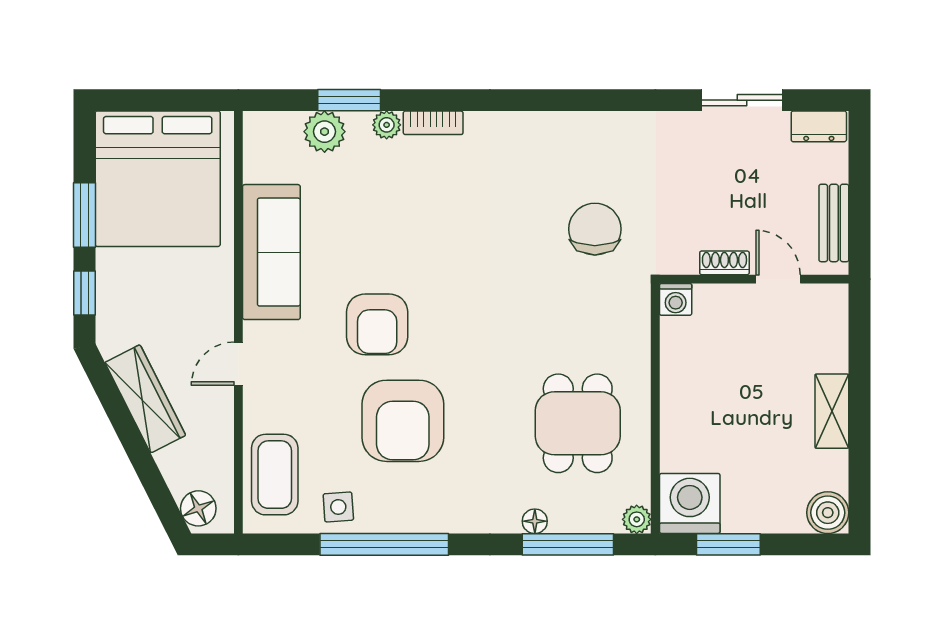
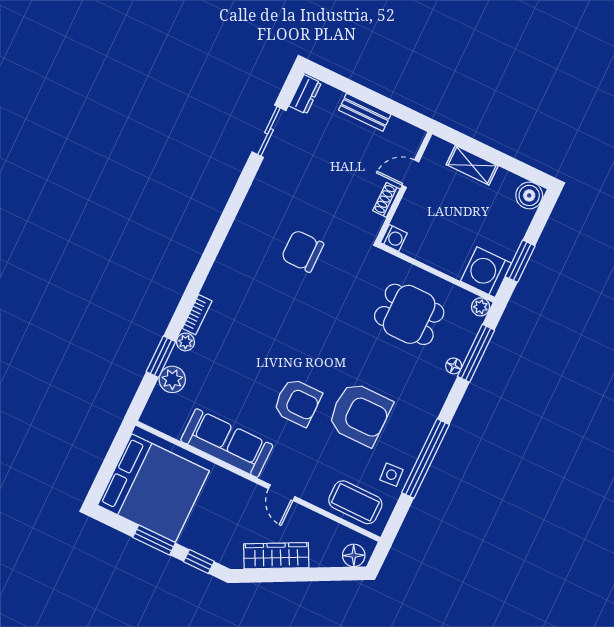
shoe rack: (724, 263) -> (386, 200), moved
wall: (754, 279) -> (404, 187), moved
door: (778, 279) -> (410, 174), moved
washing machine: (676, 299) -> (394, 238), moved

